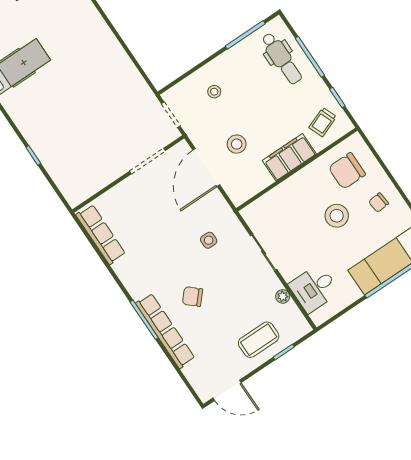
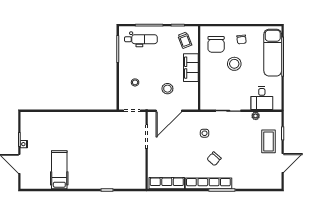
door: (206, 167) -> (169, 111), hinge flipped
chair: (193, 297) -> (214, 159), moved
row of seats: (165, 331) -> (208, 183), moved
door: (227, 390) -> (283, 163), moved

